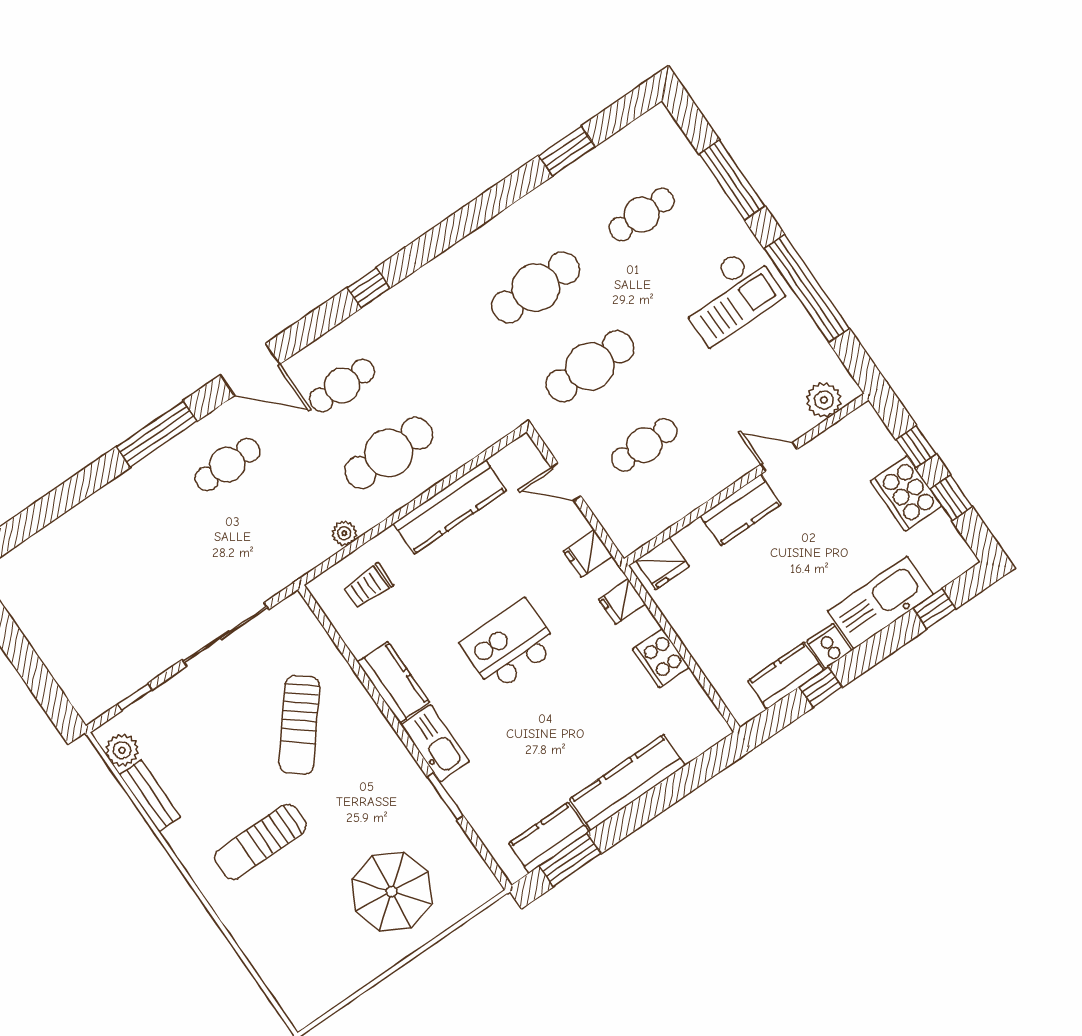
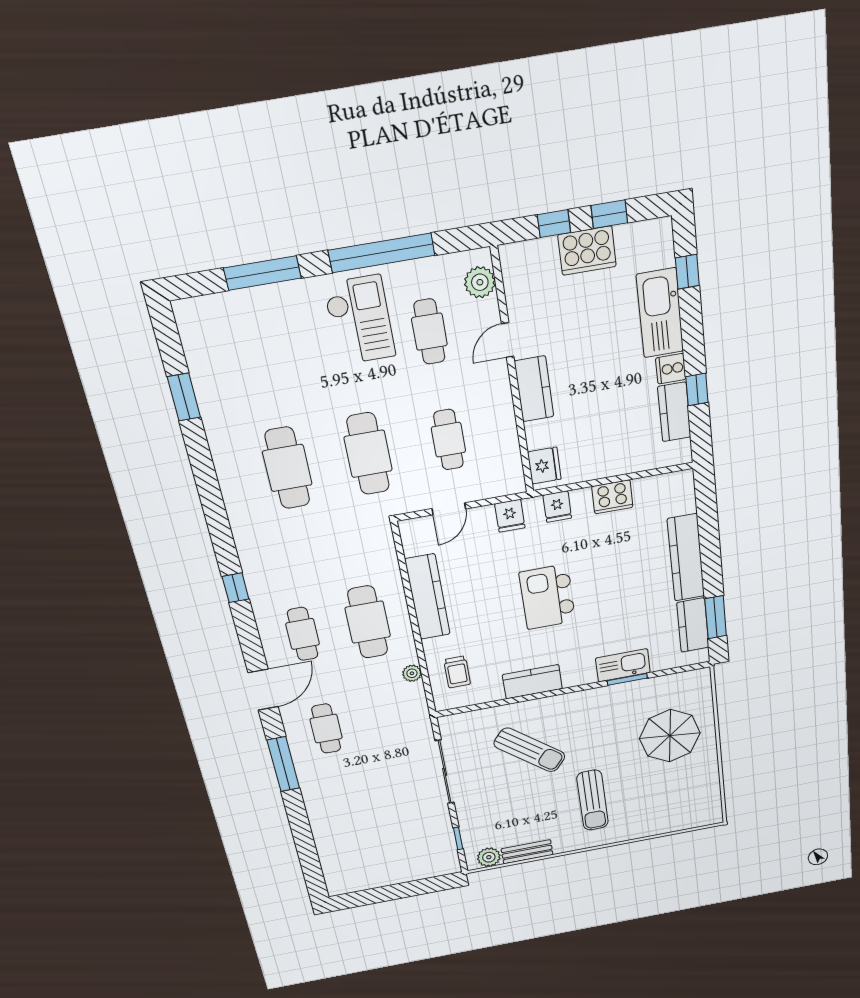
cafe table: (642, 214) -> (429, 332), moved
kitchen sink: (435, 743) -> (623, 665), moved

